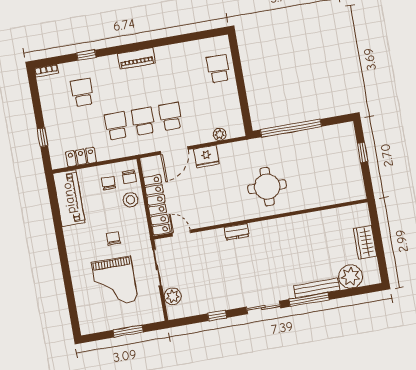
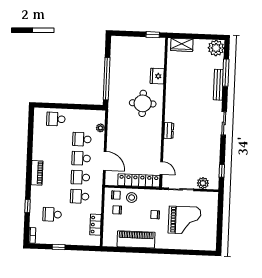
school desk: (198, 112) -> (82, 139), added
window: (43, 137) -> (59, 247), moved
window: (363, 152) -> (153, 35), moved
fridge: (206, 156) -> (157, 76), moved, turned 180
piano: (69, 198) -> (136, 239), moved
door: (181, 233) -> (161, 168), swing flipped
wardrobe: (365, 242) -> (182, 45), moved
plant: (351, 276) -> (216, 48), moved
window: (309, 300) -> (226, 73), moved
window: (217, 316) -> (222, 171), moved
window: (128, 331) -> (220, 218), removed

